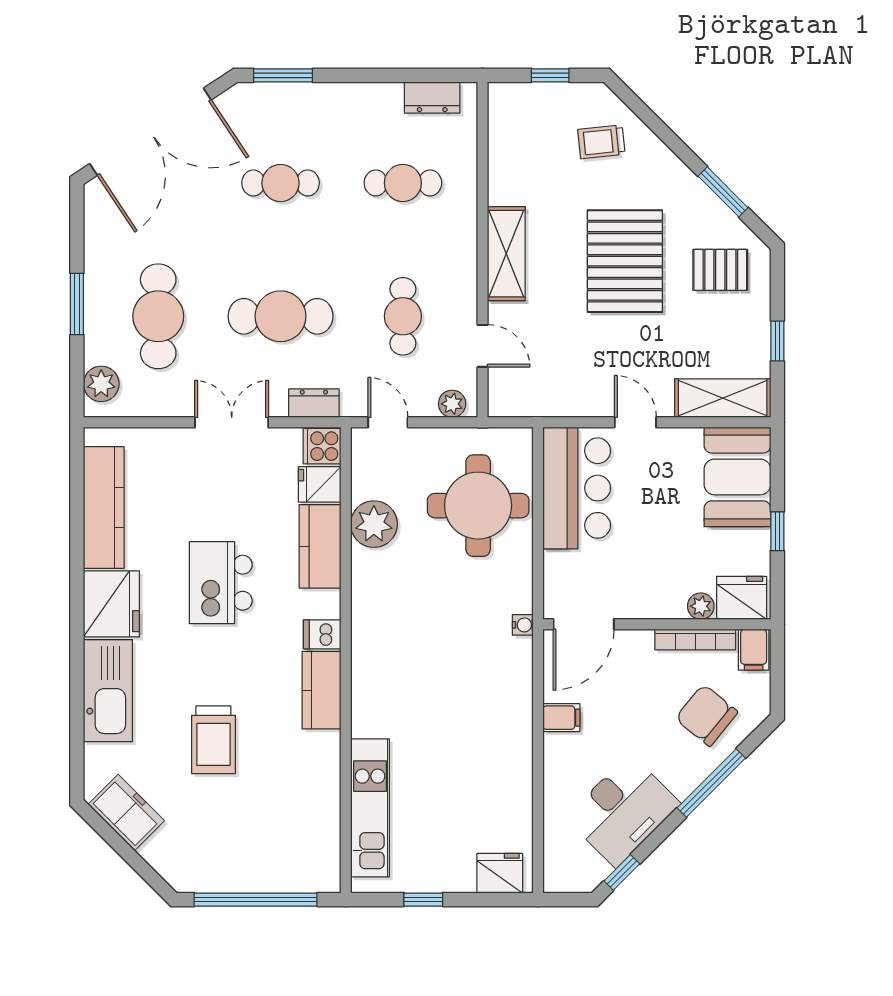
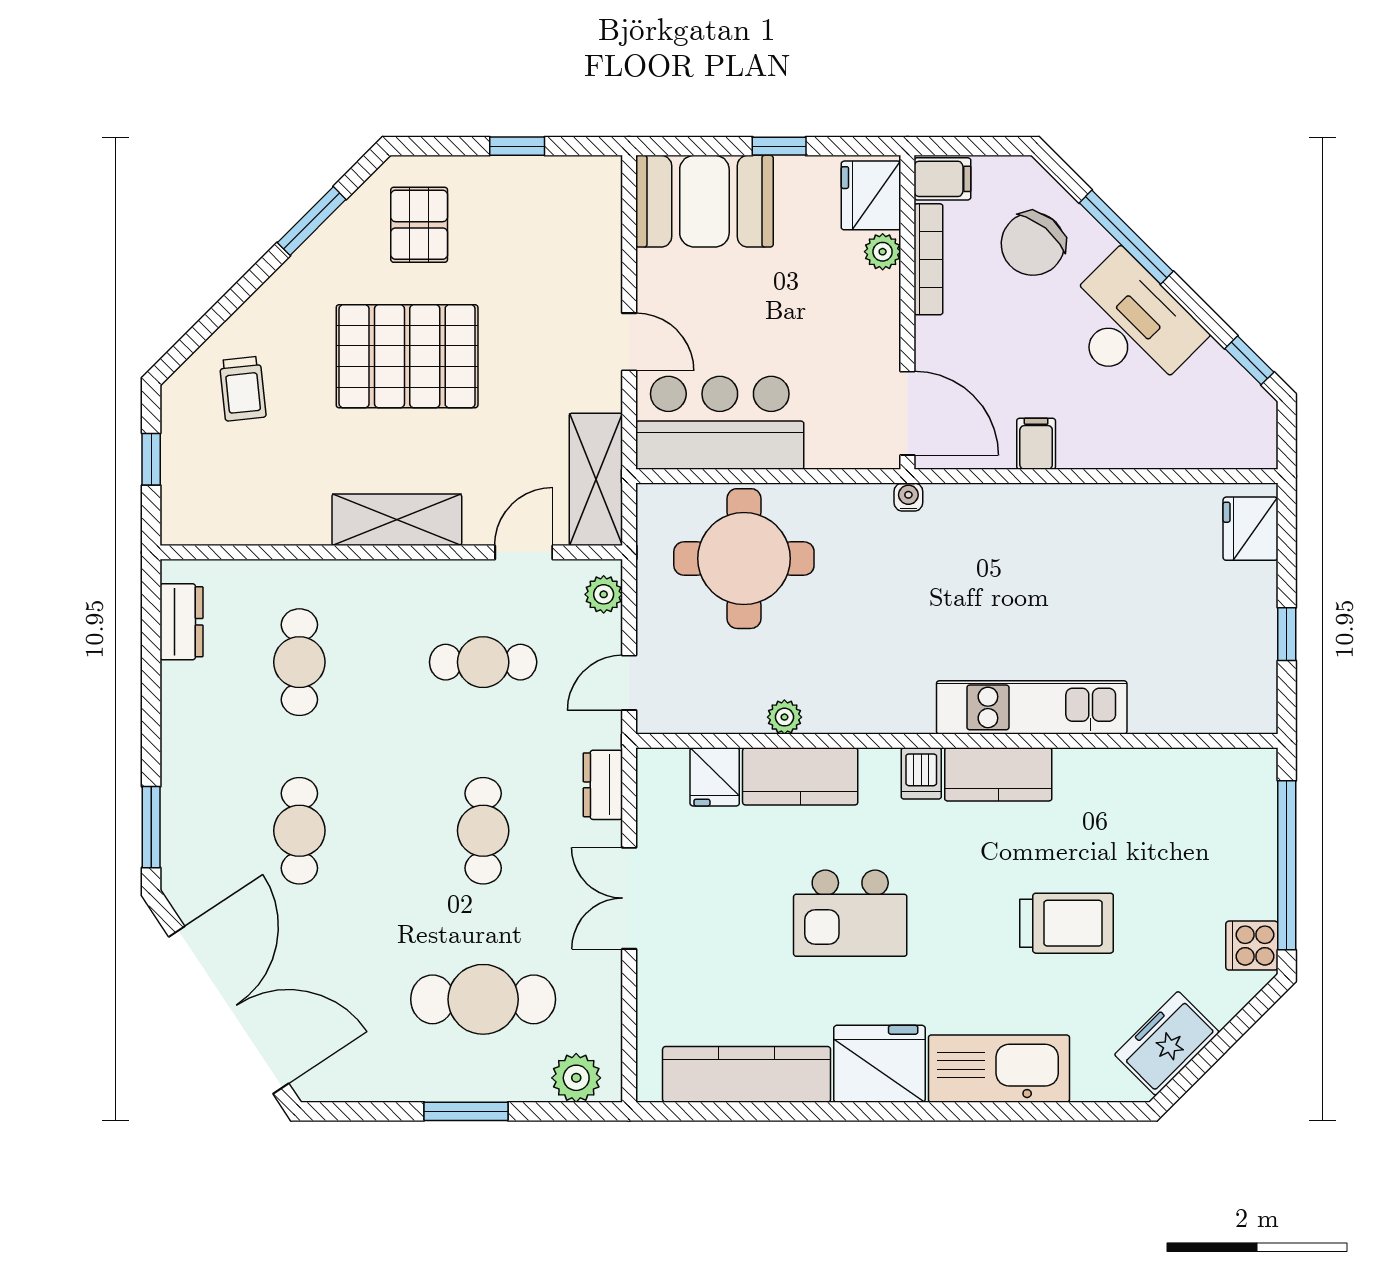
cafe table: (281, 316) -> (483, 831), width x0.73, depth x0.74
shelving: (723, 398) -> (596, 479), moved
door: (635, 422) -> (629, 342), swing flipped
cooker: (322, 446) -> (1252, 946), moved, turned 90
plant: (374, 524) -> (784, 717), width x0.53, depth x0.53
kitchen unit: (370, 808) -> (1032, 707), moved
desk: (623, 811) -> (1130, 325), moved

